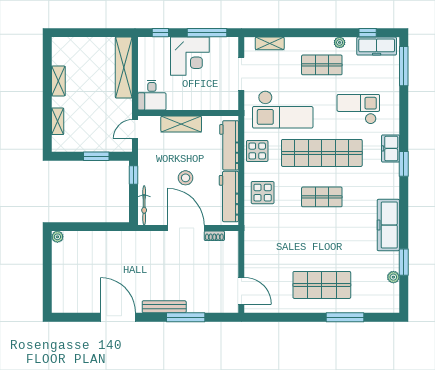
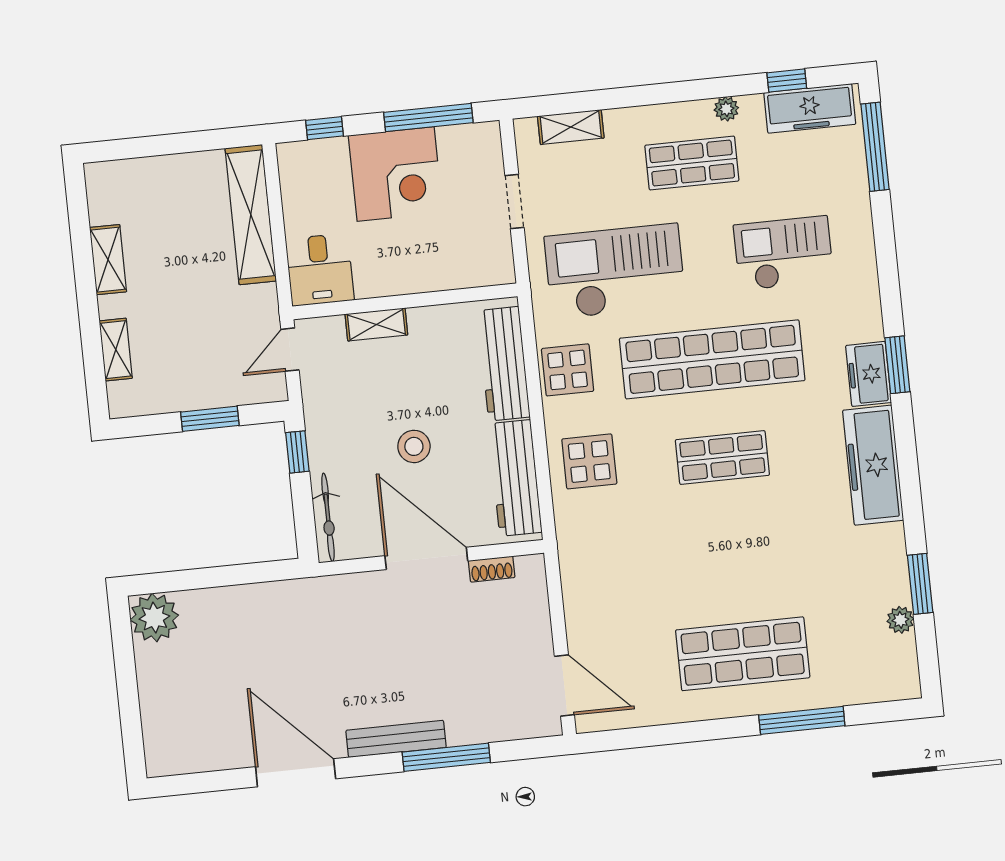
doorway: (241, 74) -> (514, 201), width x0.73
checkout: (283, 109) -> (615, 271), turned 180
shelving: (181, 124) -> (376, 324), width x0.67, depth x0.75
freezer: (391, 148) -> (869, 374), moved
freezer: (388, 225) -> (873, 465), moved
plant: (57, 237) -> (154, 618), width x1.88, depth x1.88

